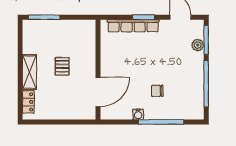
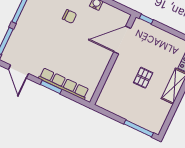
plant: (198, 45) -> (15, 40), removed
window: (85, 122) -> (146, 19), added

